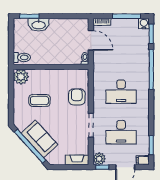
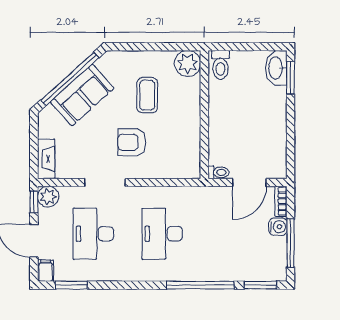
water cooler: (144, 24) -> (278, 227), moved
washbasin: (39, 25) -> (276, 68), moved
armchair: (77, 97) -> (132, 142), moved, turned 180

